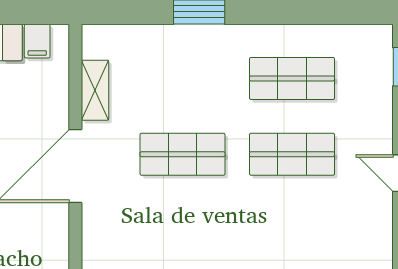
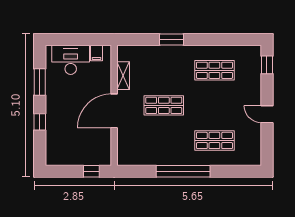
shop shelf: (292, 154) -> (214, 140), moved

